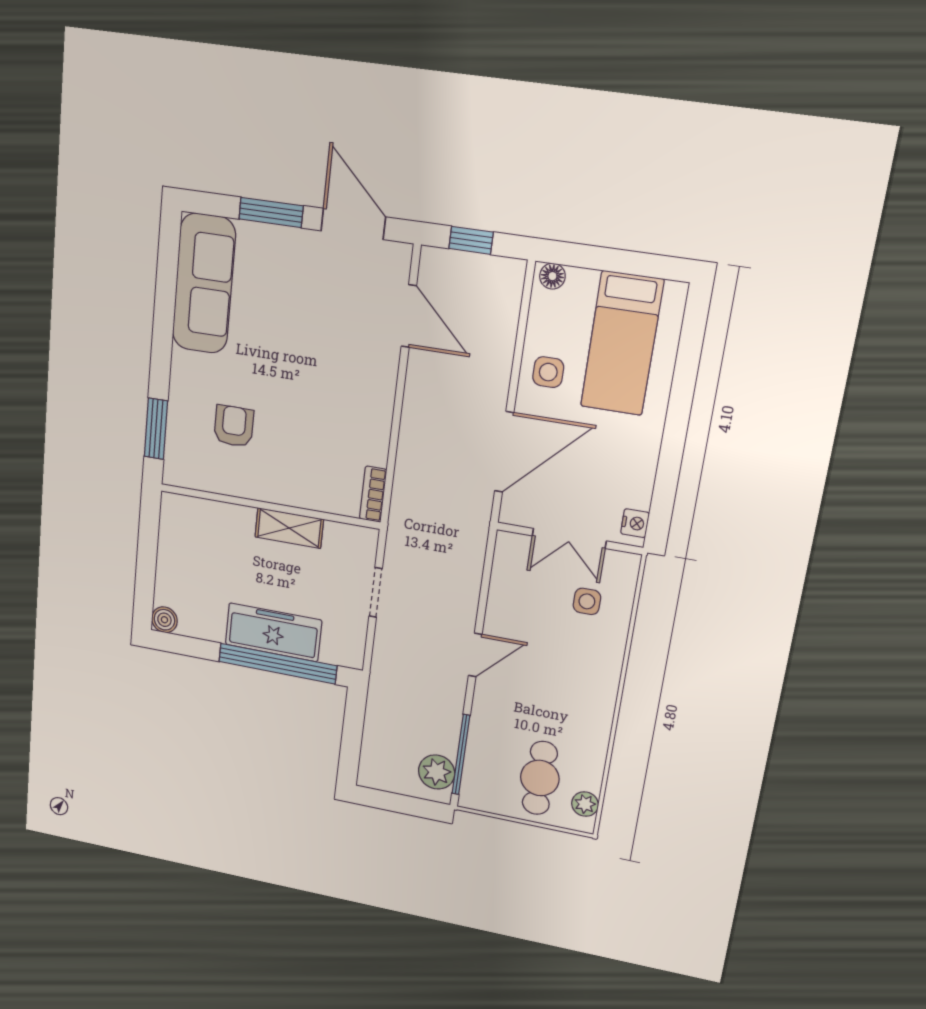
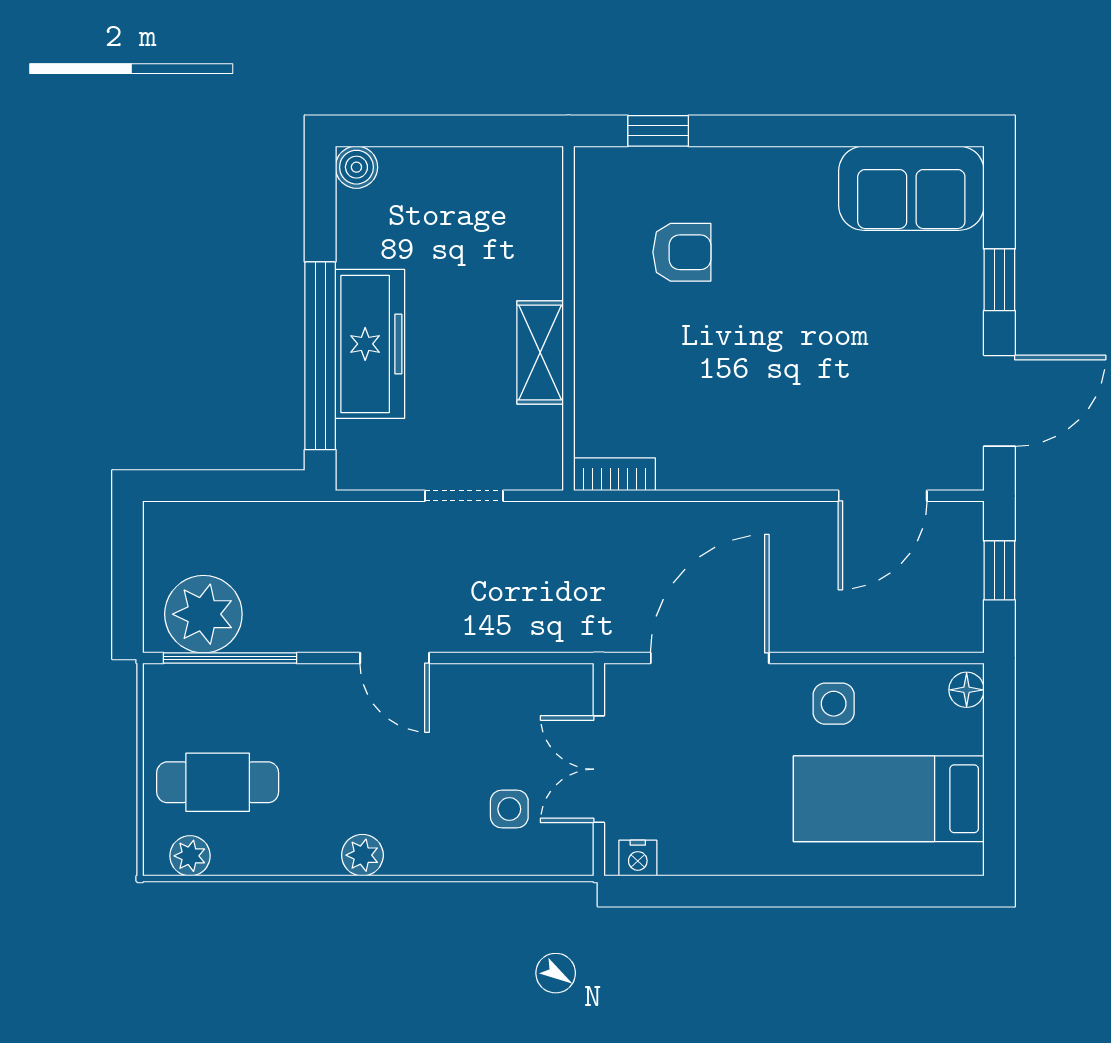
window: (271, 212) -> (999, 280), width x0.67
sofa: (204, 284) -> (911, 188), width x0.73
window: (156, 429) -> (658, 131), width x0.67
door: (504, 452) -> (710, 658), swing flipped
plant: (603, 700) -> (362, 855), added
plant: (437, 772) -> (203, 614), width x1.36, depth x1.36

